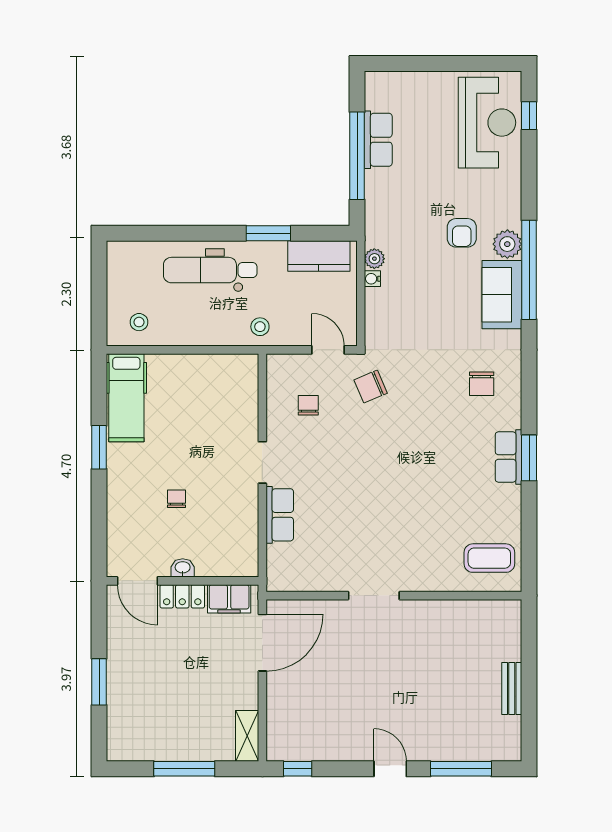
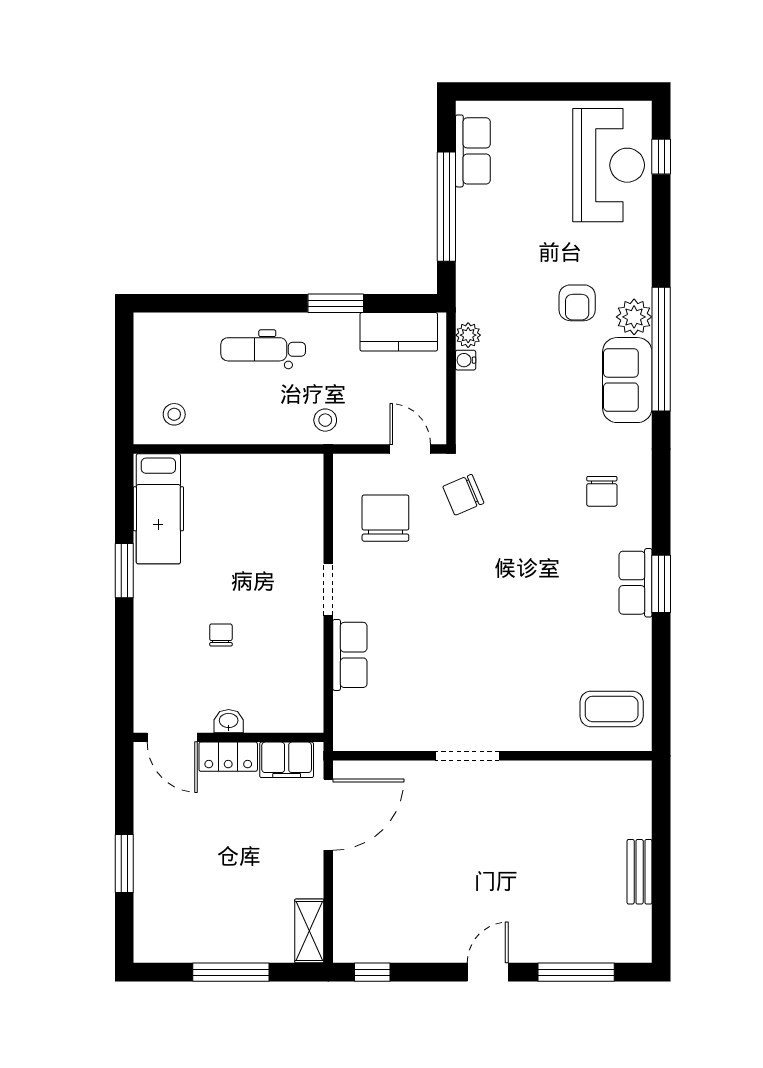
row of seats: (378, 140) -> (473, 151), moved
dental chair: (210, 270) -> (263, 349), width x0.73, depth x0.72
chair: (308, 405) -> (385, 518), width x1.87, depth x1.87
door: (390, 769) -> (488, 972), hinge flipped

